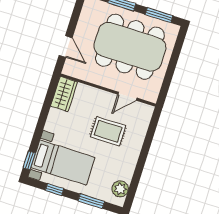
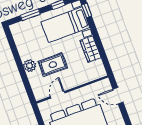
wardrobe: (64, 94) -> (91, 49), moved
plant: (120, 189) -> (30, 66), moved

